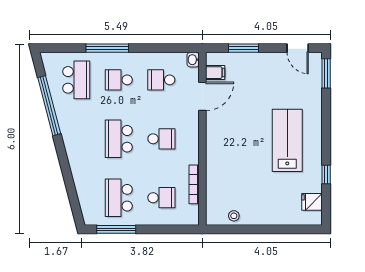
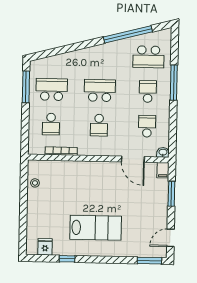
filing cabinet: (215, 73) -> (163, 170), moved

